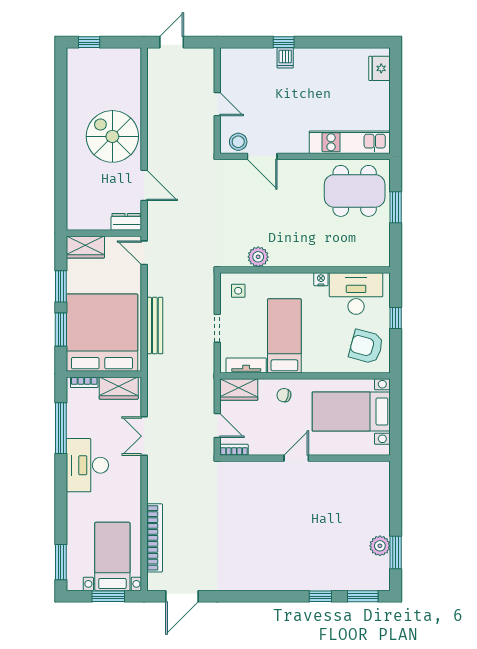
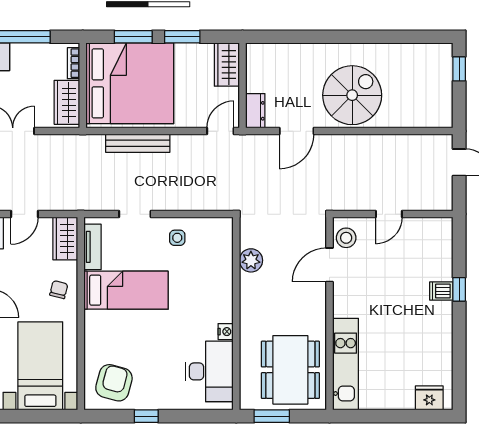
plant: (258, 257) -> (251, 260), moved
wall: (305, 270) -> (236, 314), moved
nightstand: (321, 279) -> (226, 332), moved
desk: (356, 293) -> (209, 371), moved

